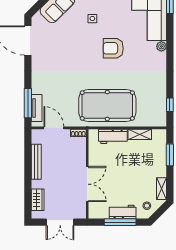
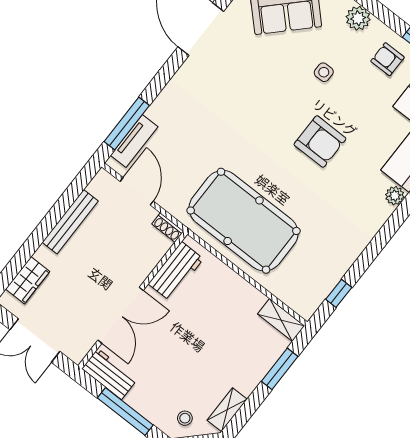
armchair: (113, 48) -> (320, 142), turned 180
shelving: (140, 134) -> (281, 320), moved
workbench: (113, 136) -> (176, 271), moved, turned -90
workbench: (123, 212) -> (110, 374), moved

